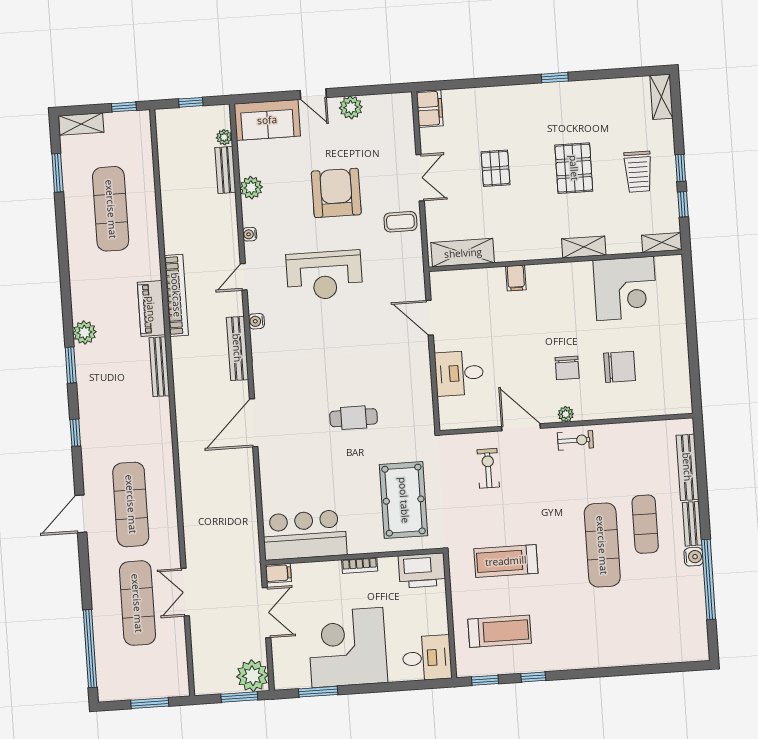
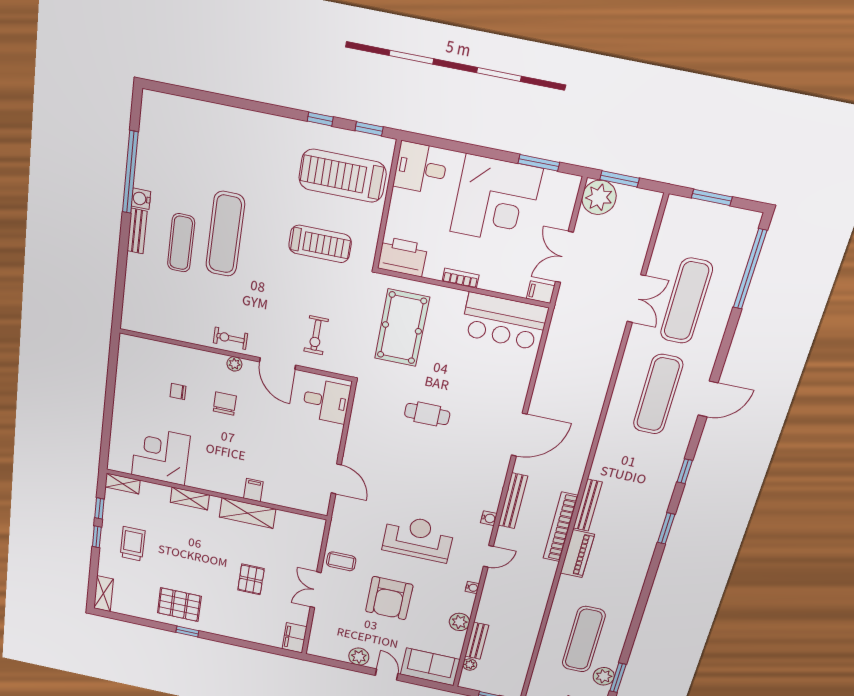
pallet: (574, 168) -> (179, 605), moved, turned 90
shelving: (463, 253) -> (248, 513), moved
bookcase: (176, 295) -> (561, 527), moved
plant: (85, 332) -> (604, 676), moved
chair: (620, 367) -> (178, 392), width x0.54, depth x0.54
desk: (459, 373) -> (326, 401), moved
bench: (687, 467) -> (133, 285), removed
treadmill: (500, 631) -> (342, 176), width x1.37, depth x1.38

